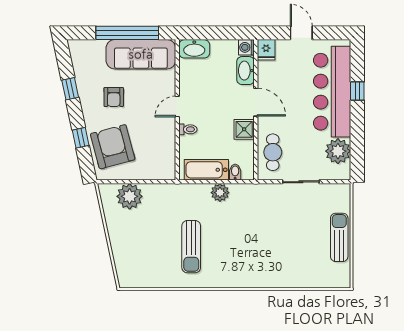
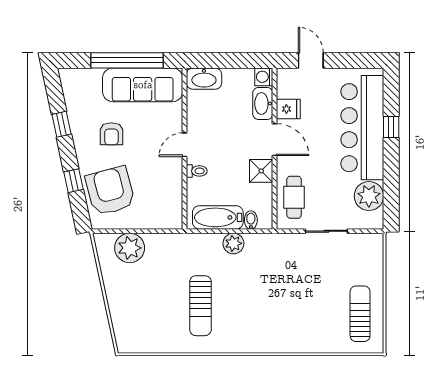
door: (301, 33) -> (311, 60), moved
fridge: (266, 50) -> (288, 109), moved, turned -90
sun lounger: (339, 237) -> (360, 314), moved

